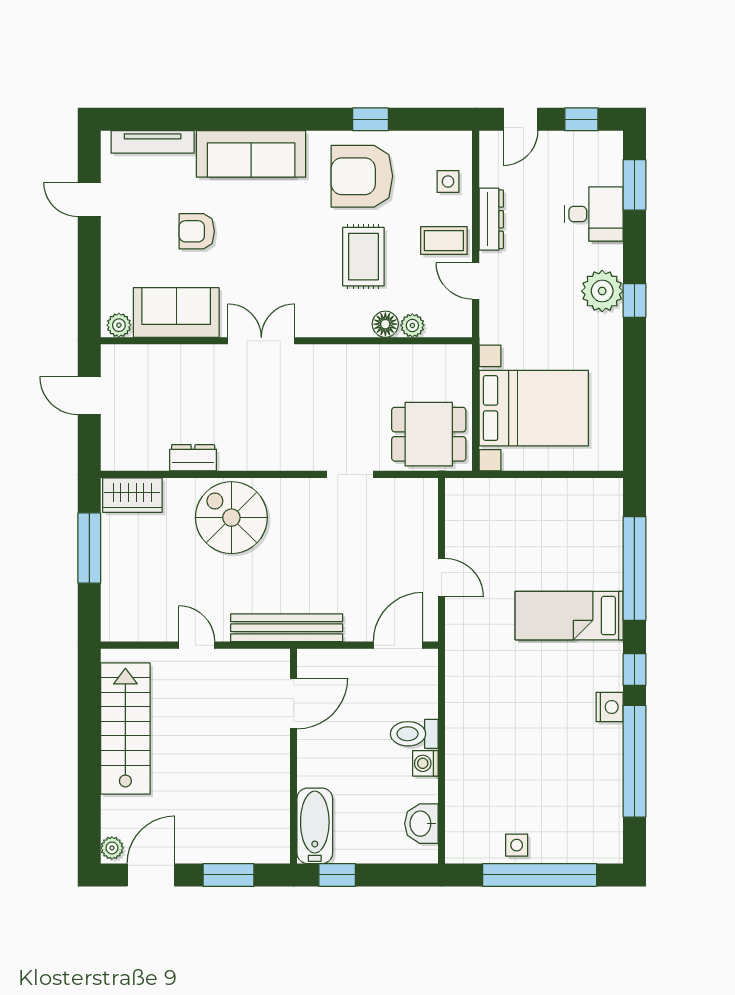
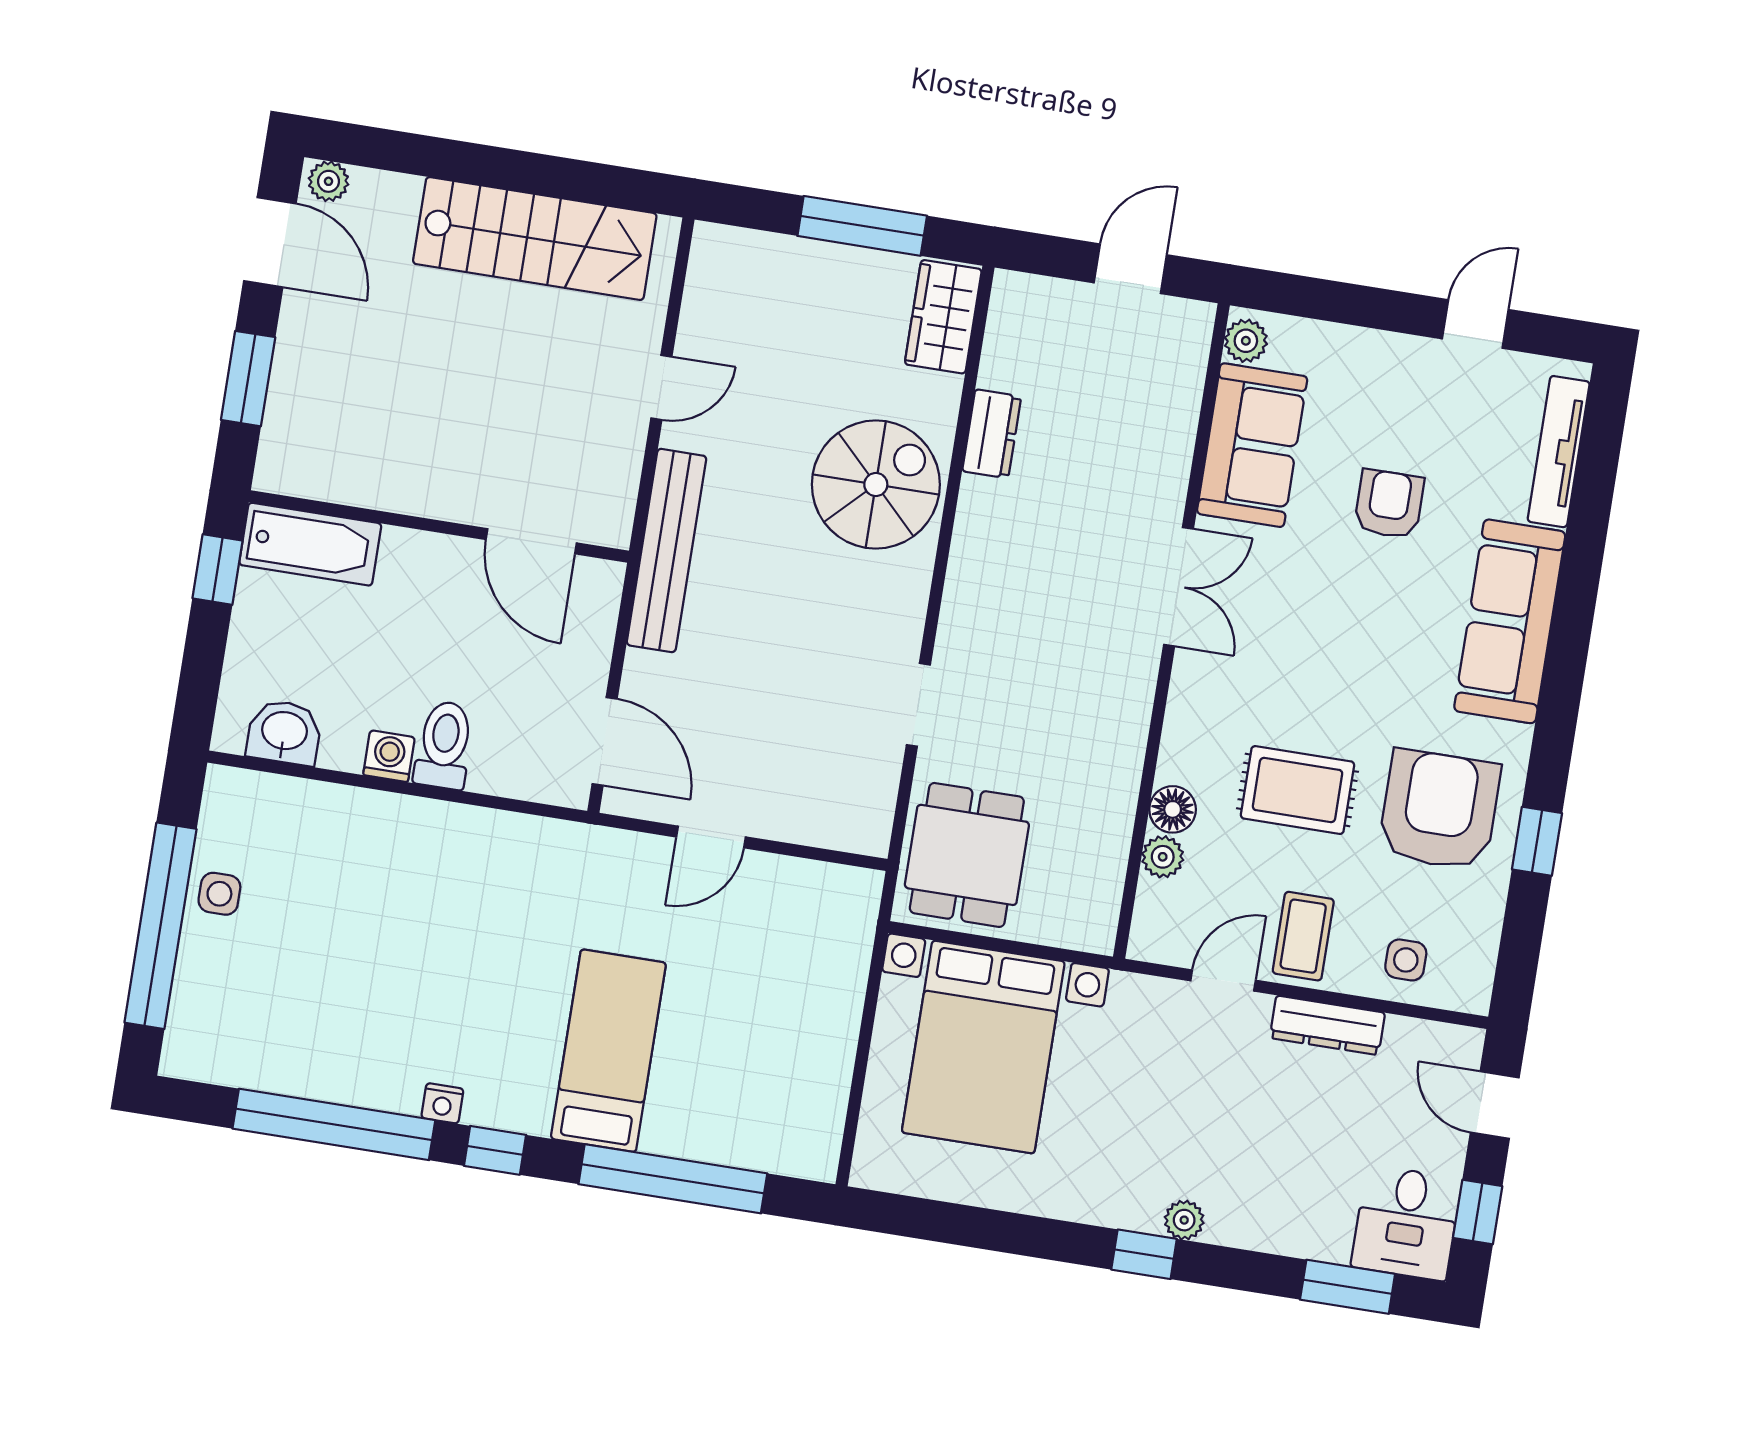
desk: (594, 214) -> (1406, 1223), moved
plant: (602, 291) -> (1184, 1220), width x0.53, depth x0.53
nightstand: (610, 707) -> (442, 1103), width x0.72, depth x0.74

